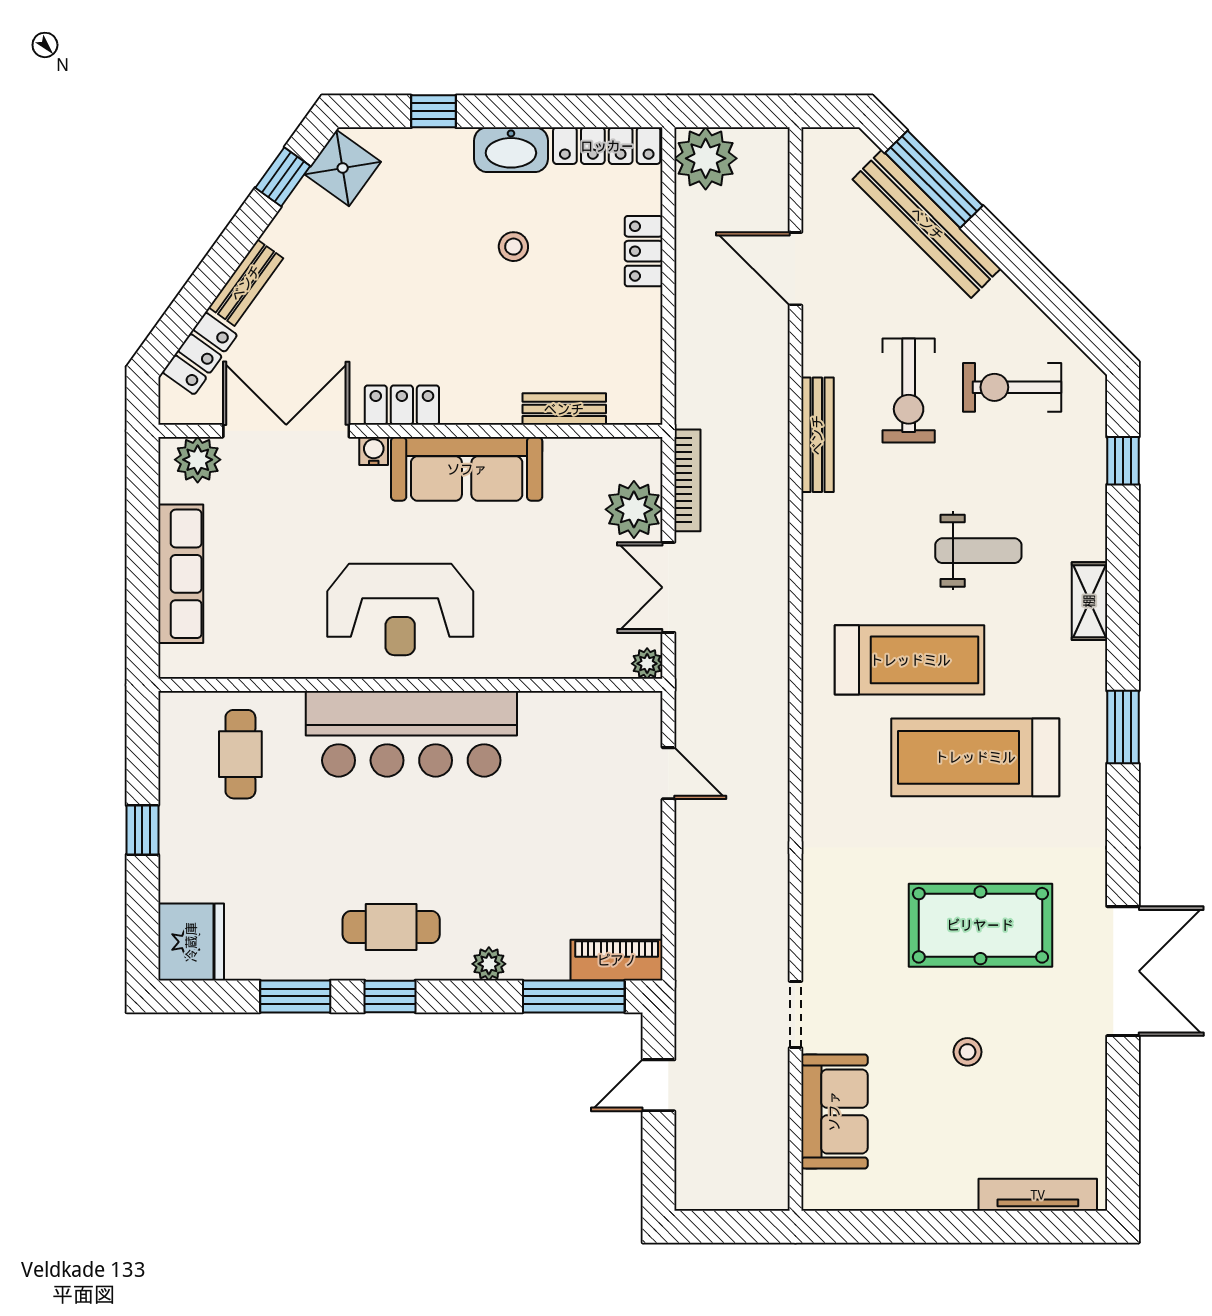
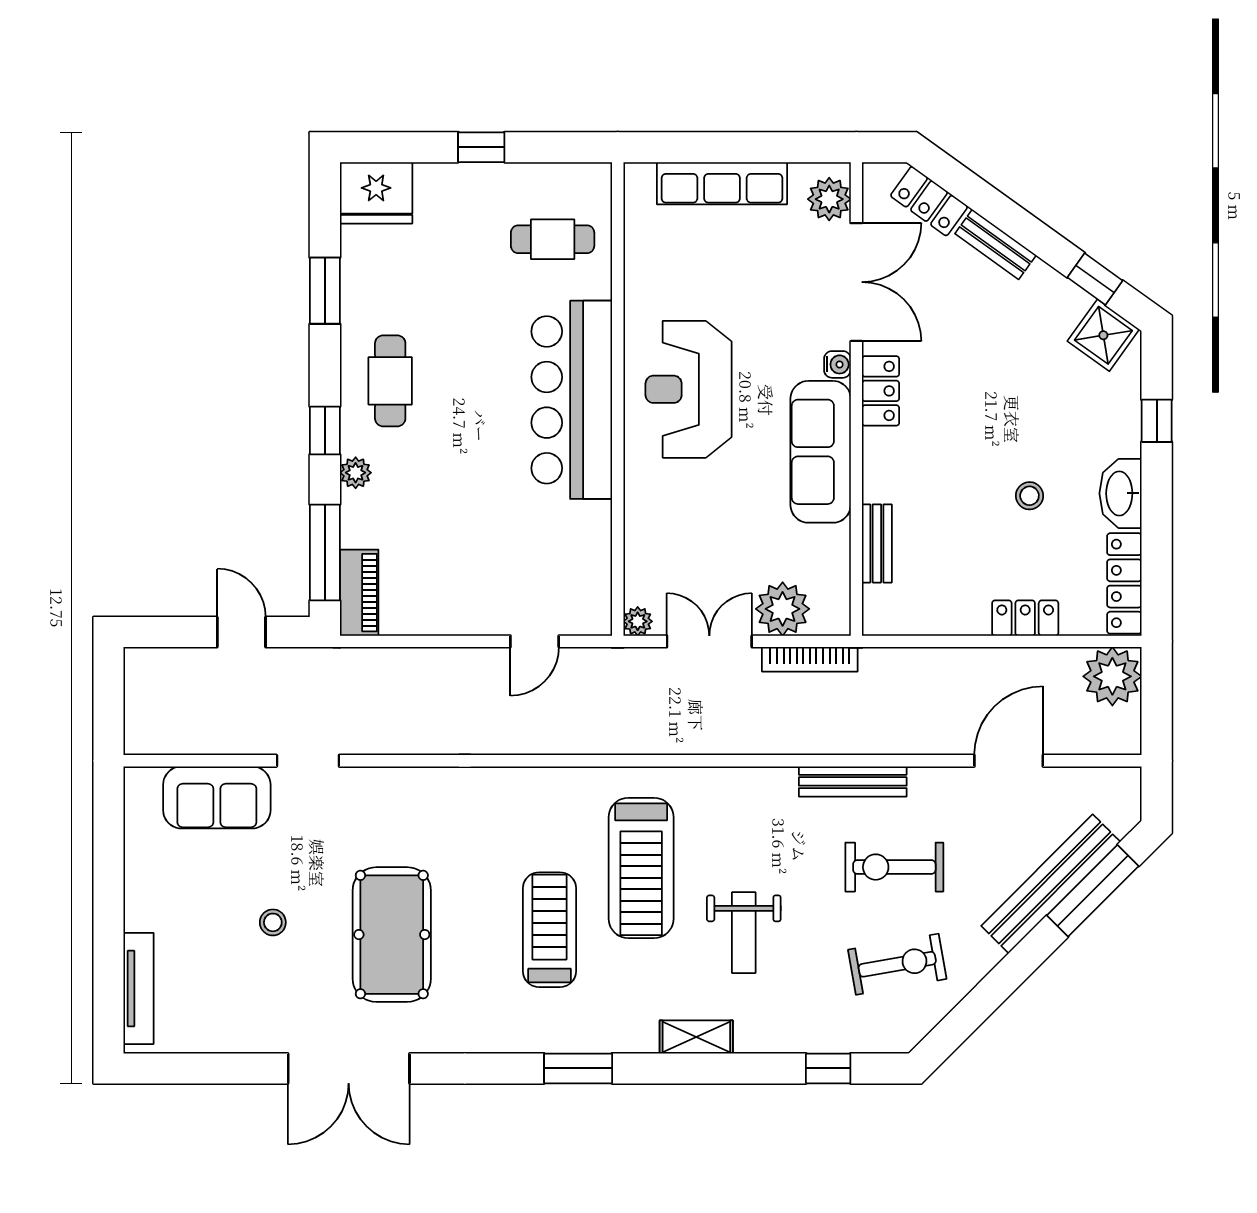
exercise bike: (1012, 387) -> (897, 964), turned 80
treadmill: (975, 757) -> (550, 930), width x0.73, depth x0.73
window: (390, 996) -> (325, 430), moved

